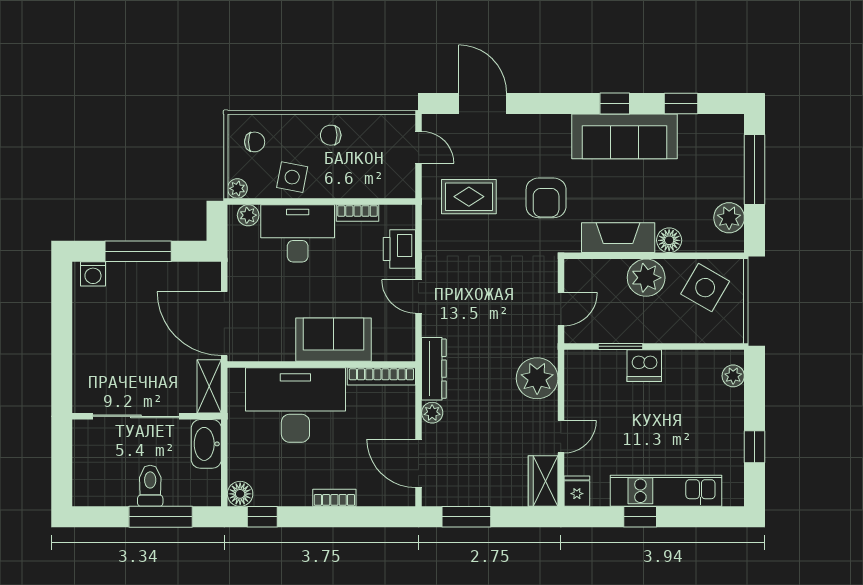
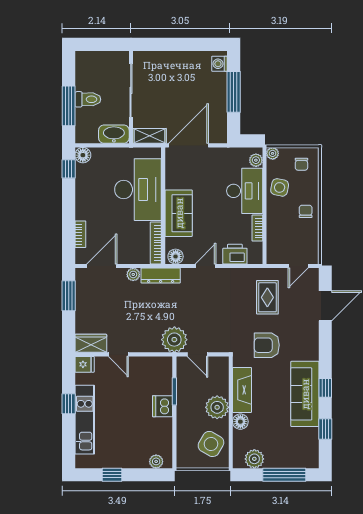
floor lamp: (403, 345) -> (176, 257), added
plant: (537, 378) -> (174, 340), moved
bookcase: (334, 498) -> (80, 234), moved

